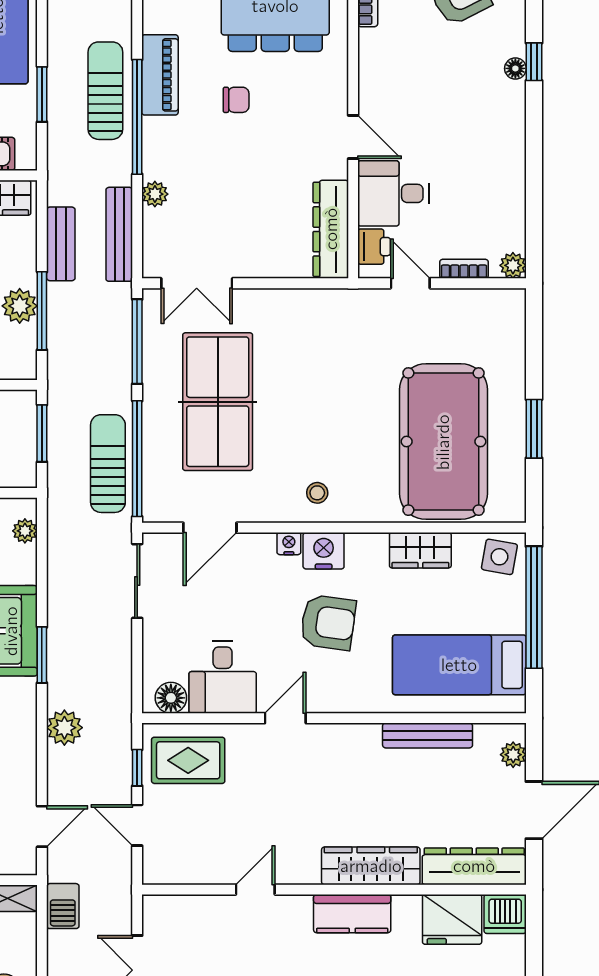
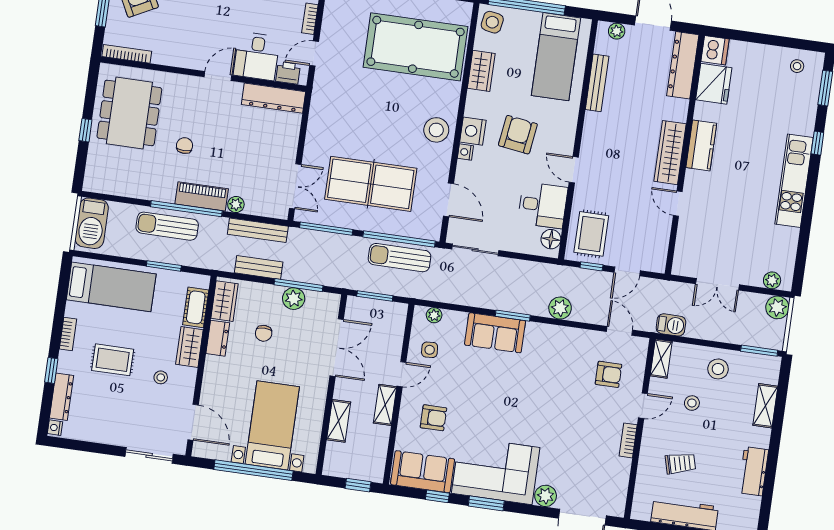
piano: (160, 75) -> (202, 196), moved
stool: (317, 493) -> (436, 130), width x1.89, depth x1.89
wardrobe: (371, 866) -> (670, 153), moved

